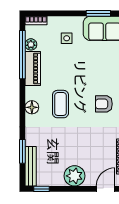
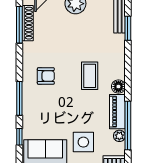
side table: (67, 38) -> (83, 142), width x1.87, depth x1.87
floor lamp: (32, 107) -> (118, 87), moved

